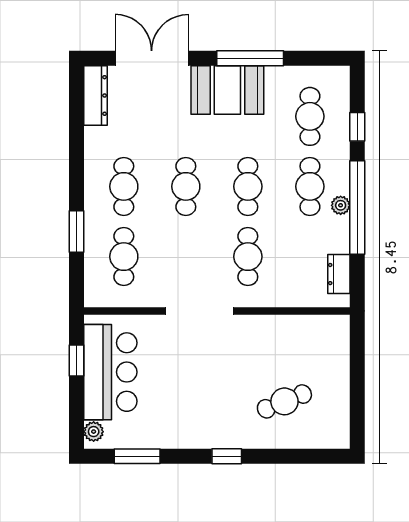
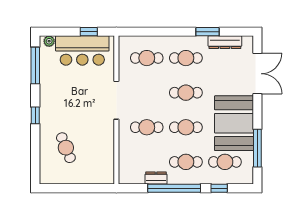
window: (250, 58) -> (257, 148), moved
booth: (227, 90) -> (234, 123), width x1.36, depth x1.42
dresser: (95, 95) -> (225, 42), moved
plant: (341, 205) -> (175, 179), removed
window: (76, 231) -> (207, 32), moved
dresser: (339, 274) -> (156, 178), moved
window: (137, 456) -> (35, 65), width x1.44

